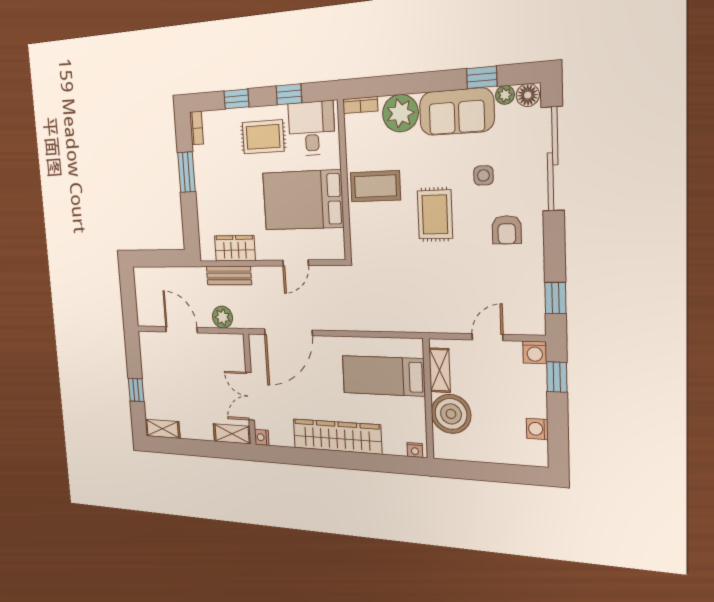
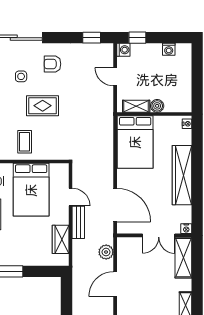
coffee table: (375, 186) -> (25, 142), width x0.73, depth x0.77
armchair: (507, 230) -> (52, 64), turned 180
bench: (229, 275) -> (78, 222), moved
bed: (383, 376) -> (135, 142), width x1.50
boiler: (451, 414) -> (157, 106), width x0.54, depth x0.54
shelving: (232, 434) -> (183, 258), width x1.50, depth x1.33

